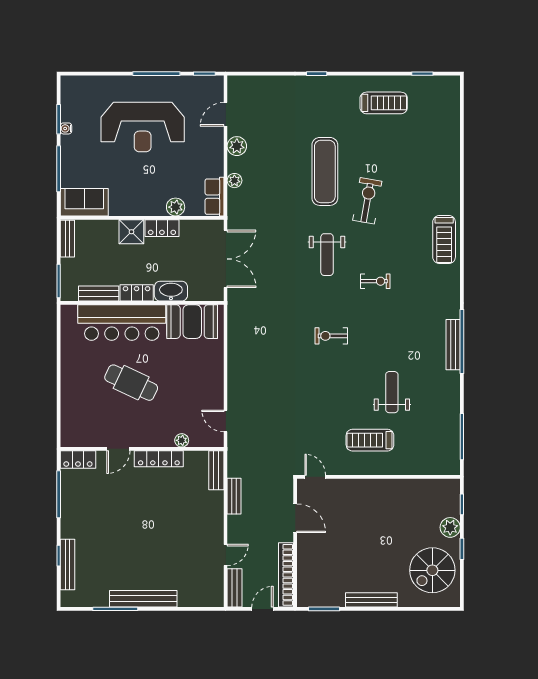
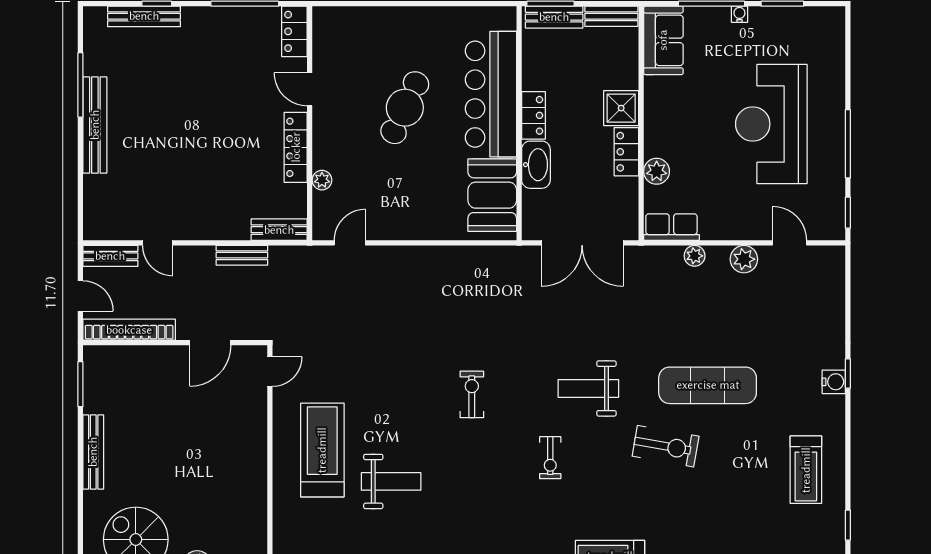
water cooler: (322, 83) -> (834, 382), added
water cooler: (66, 128) -> (739, 14), moved
bench: (99, 294) -> (554, 17), moved, turned 90
treadmill: (370, 440) -> (322, 450), width x1.37, depth x1.38

